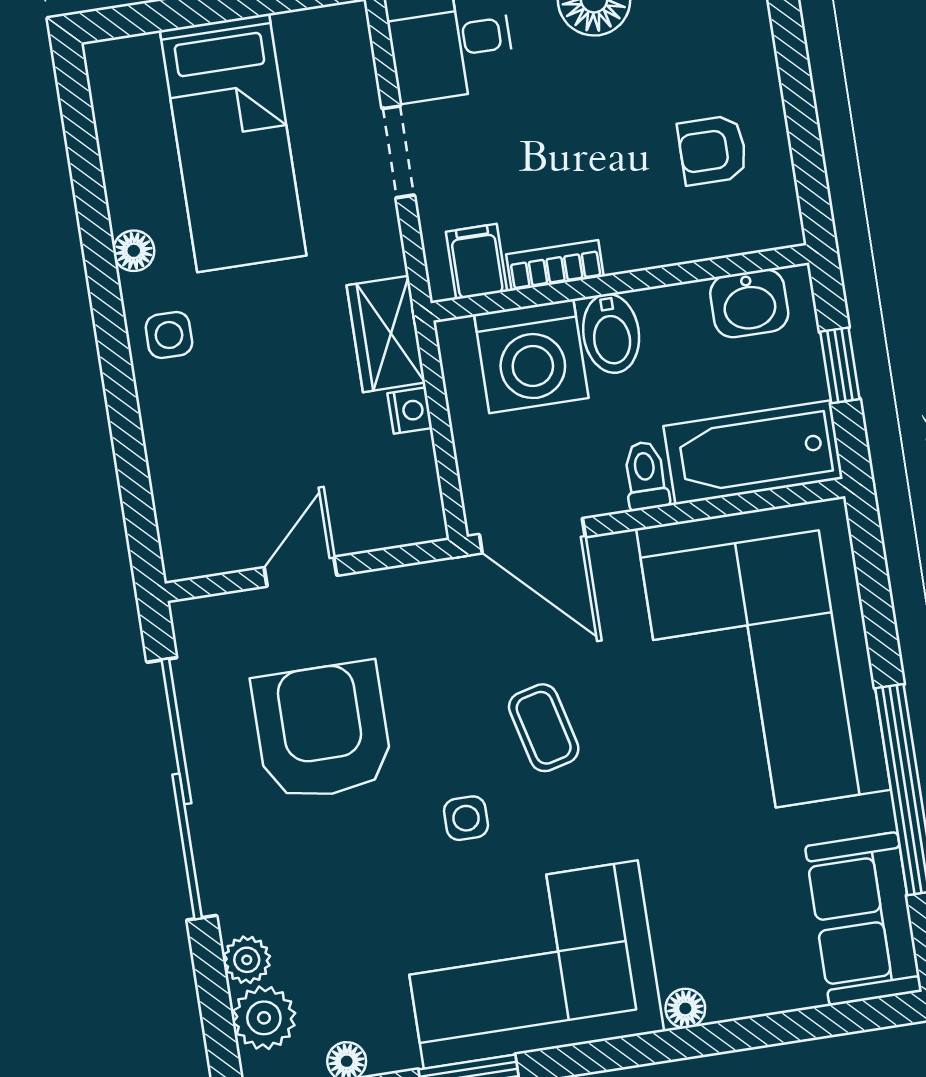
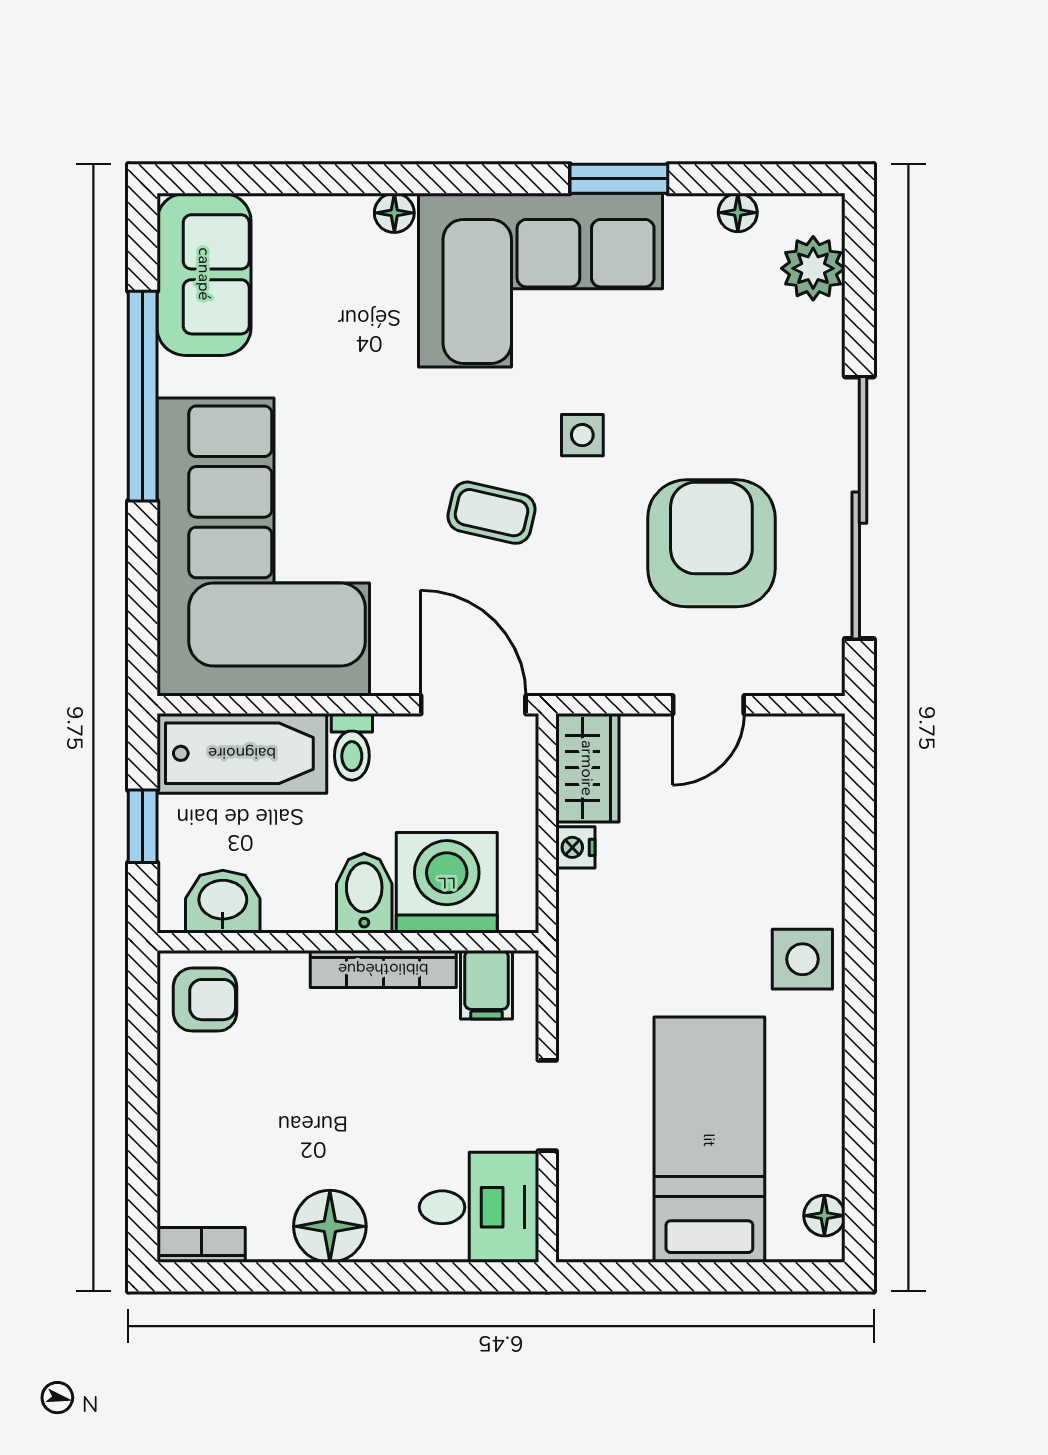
armchair: (713, 150) -> (205, 1000), moved
floor lamp: (134, 251) -> (824, 1216), moved
bookcase: (555, 265) -> (383, 969), width x1.56
wardrobe: (386, 334) -> (587, 768), moved
side table: (169, 335) -> (802, 959), width x1.37, depth x1.37
coffee table: (544, 728) -> (491, 513), turned -63
armchair: (322, 731) -> (711, 543), turned 180
plant: (247, 960) -> (821, 328), removed

